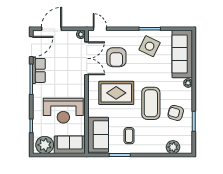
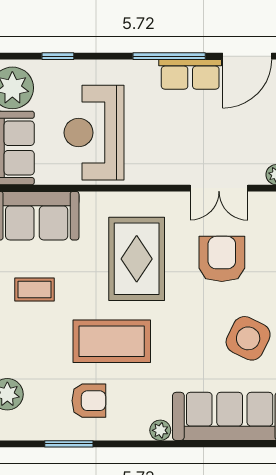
door: (31, 47) -> (247, 56), hinge flipped
armchair: (116, 57) -> (222, 259), turned 90
double door: (87, 58) -> (219, 188), width x0.73
armchair: (176, 113) -> (89, 401), turned 74

